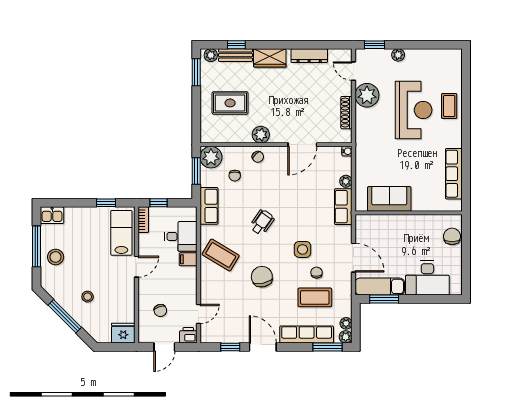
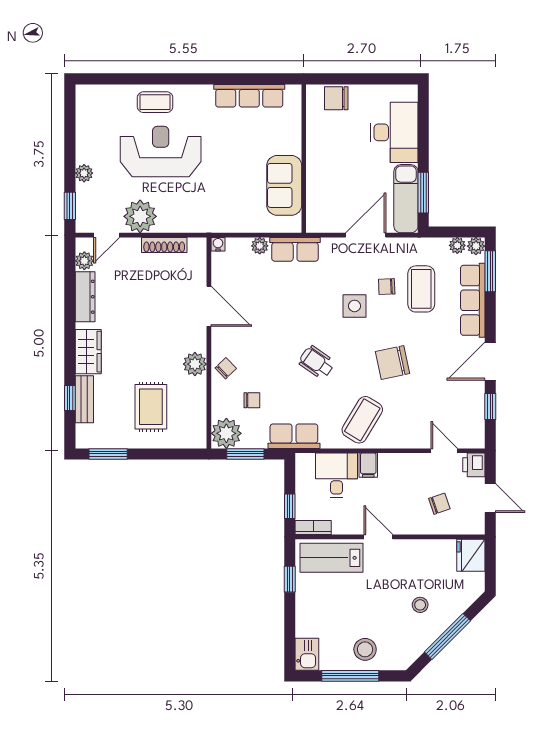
plant: (211, 55) -> (84, 261), moved

